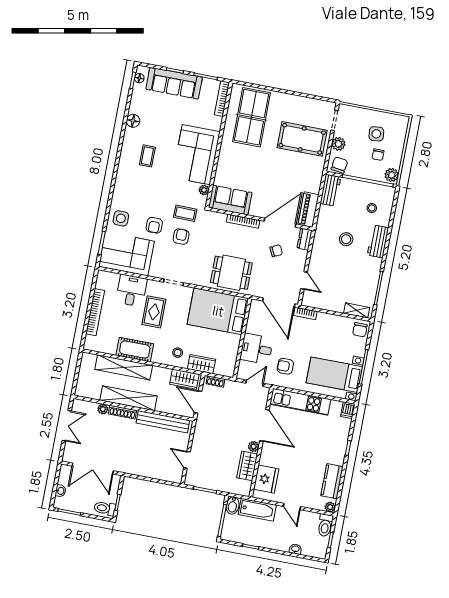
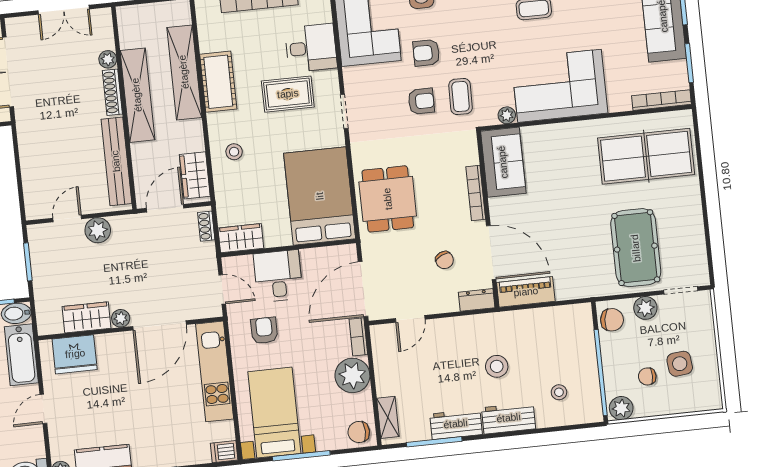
workbench: (330, 190) -> (456, 424), moved, turned 180
plant: (326, 323) -> (352, 375), added
wardrobe: (201, 364) -> (241, 238), moved, turned -90
plant: (199, 444) -> (98, 230), added

